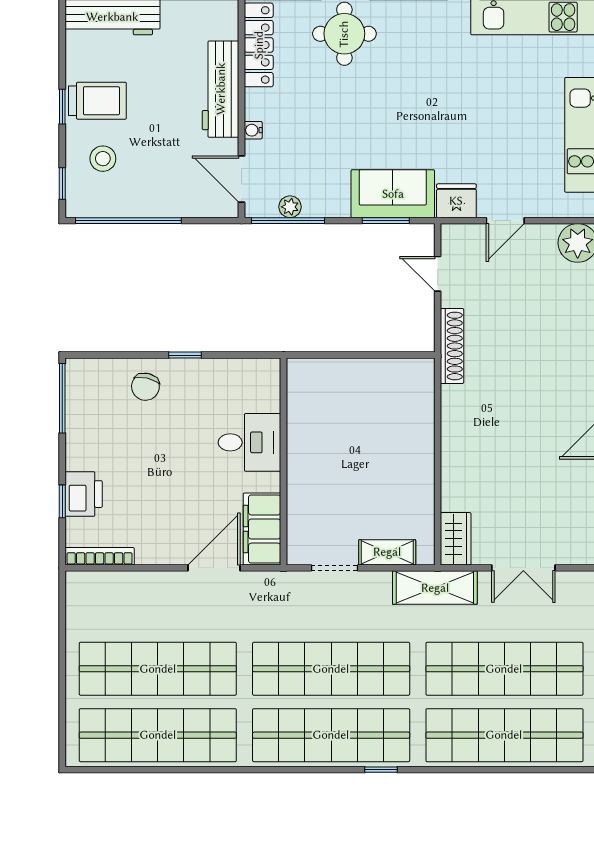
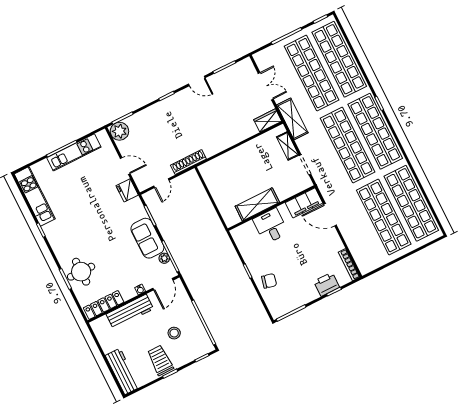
stool: (103, 159) -> (174, 333), moved
sofa: (393, 194) -> (147, 238), moved
shelving: (304, 438) -> (257, 204), added

